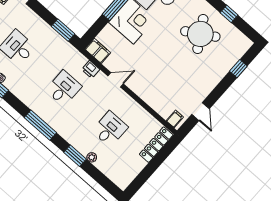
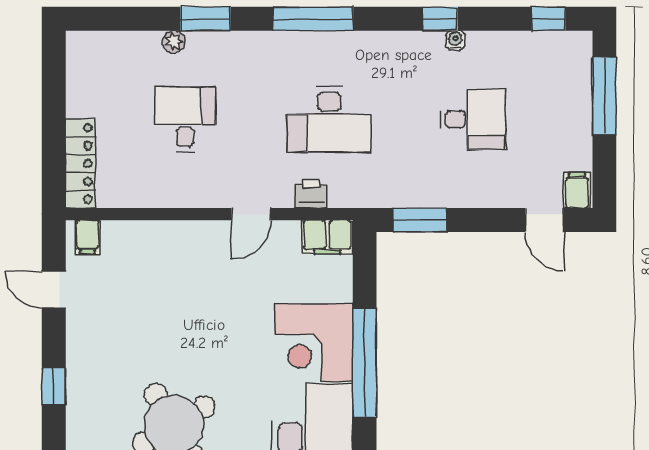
window: (238, 69) -> (54, 386), moved
desk: (64, 88) -> (329, 119), width x1.37
desk: (110, 129) -> (185, 119), turned 180

